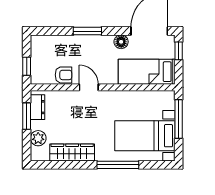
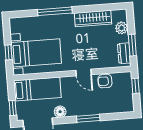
window: (179, 119) -> (8, 52), width x0.46
bed with nightstands: (145, 136) -> (36, 53), moved

